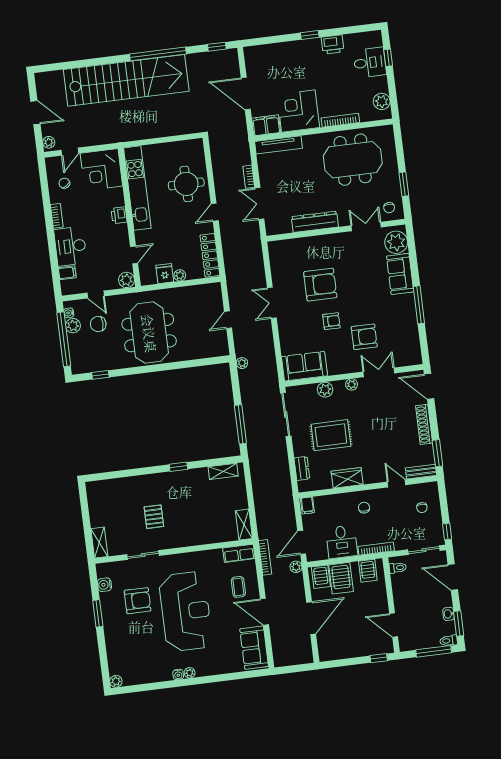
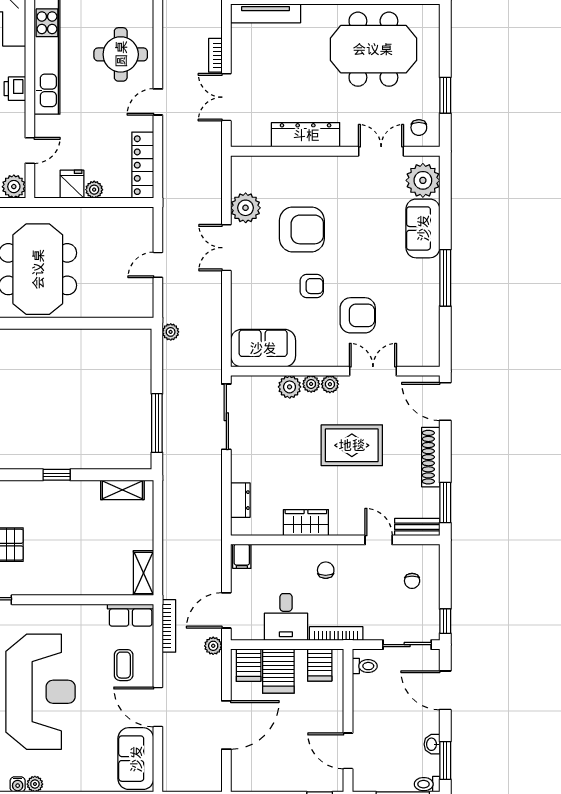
plant: (281, 275) -> (246, 208), added
plant: (339, 386) -> (311, 384), added
rug: (331, 435) -> (352, 445), moved

